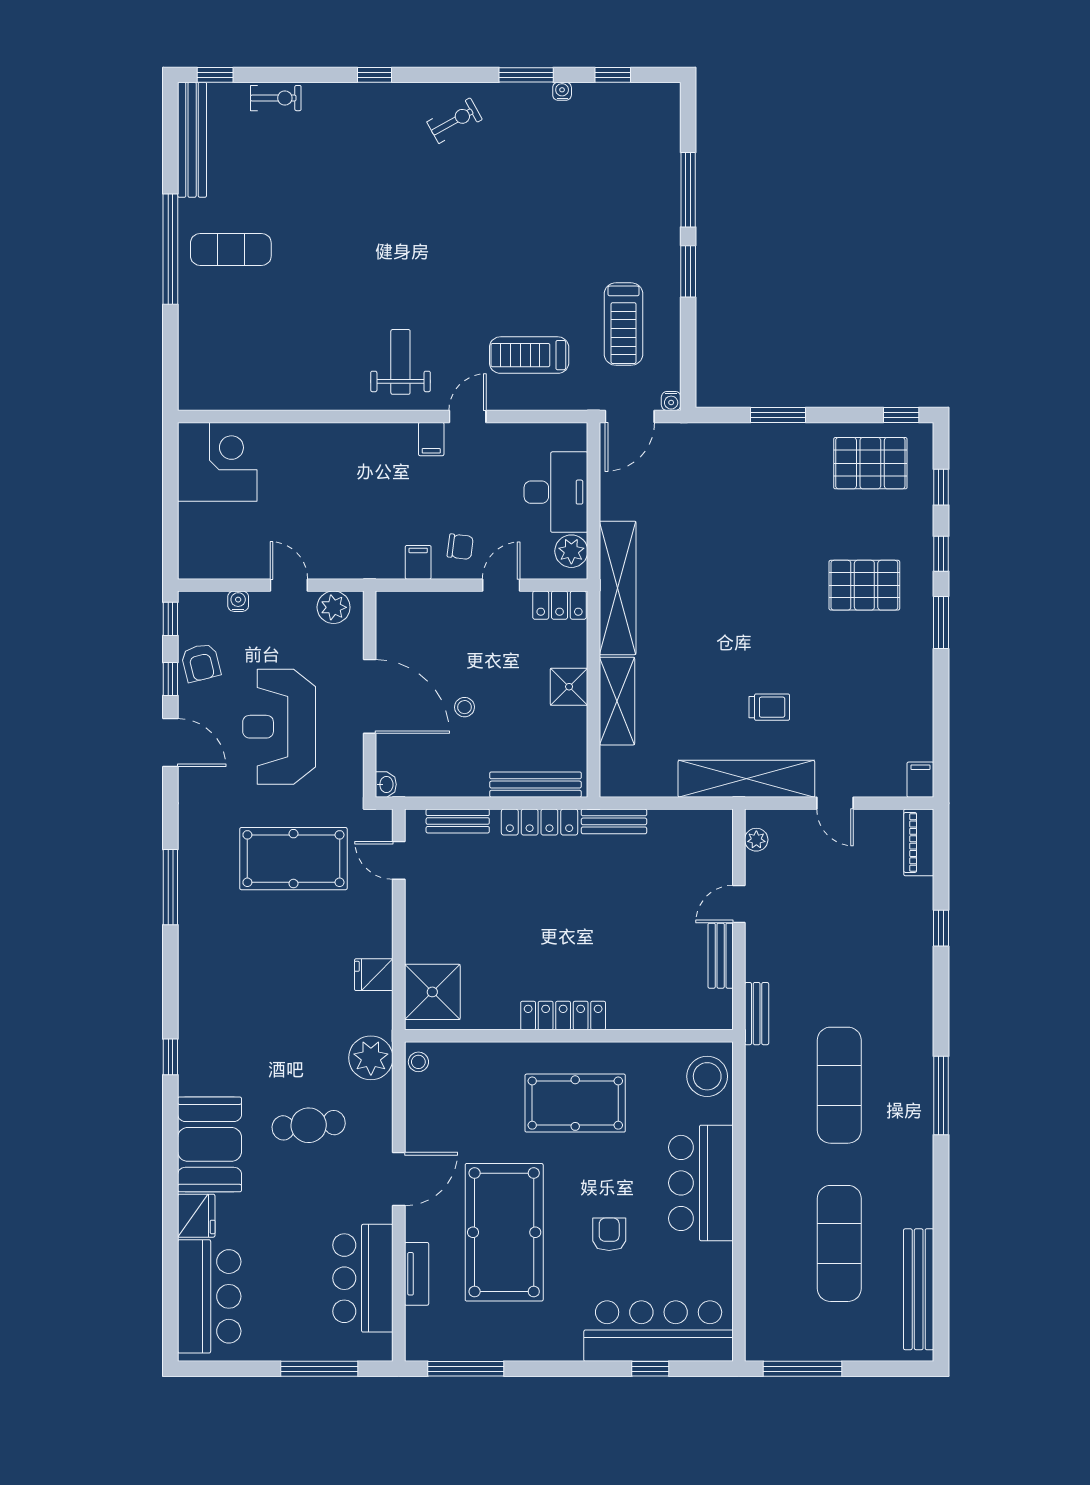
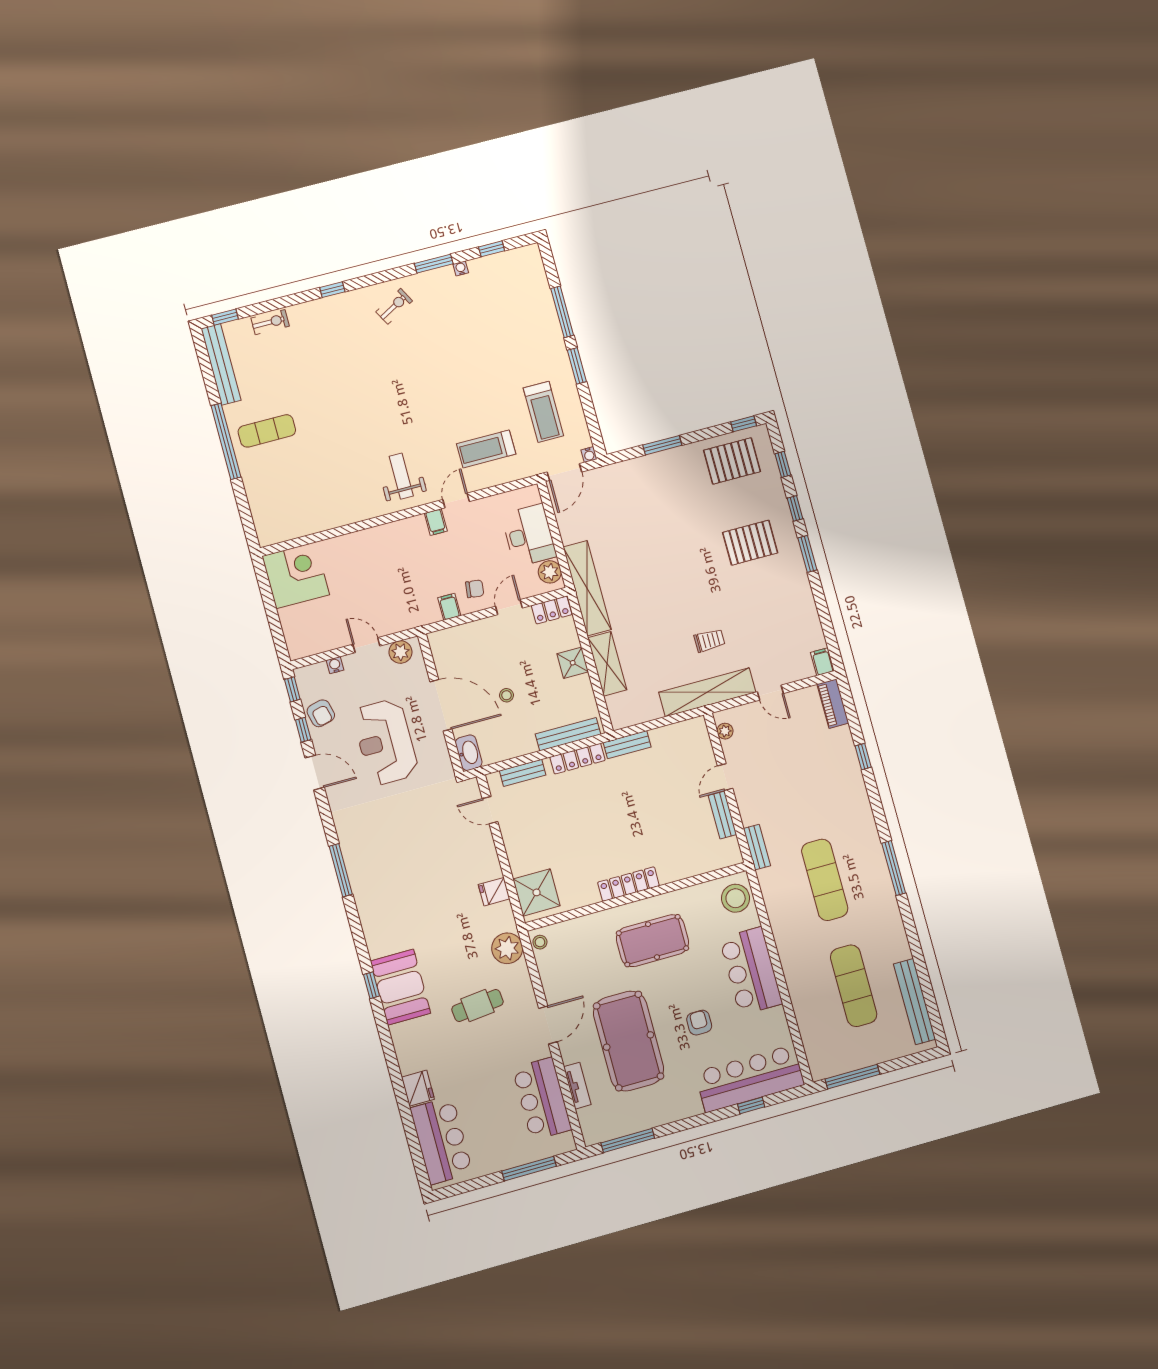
washbasin: (386, 784) -> (469, 753), width x1.91, depth x1.45
pool table: (293, 859) -> (419, 828), removed
booth: (210, 1144) -> (401, 987), moved

